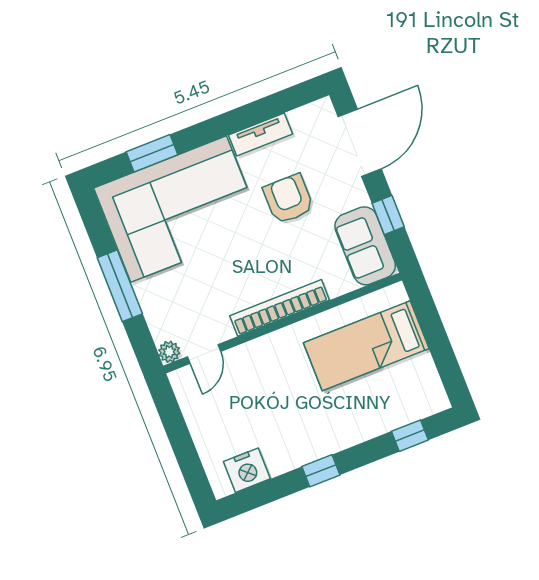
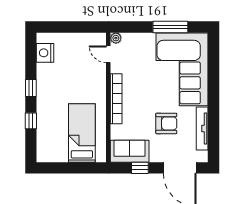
tv unit: (261, 135) -> (202, 129), width x1.41
window: (152, 153) -> (214, 67), removed
window: (120, 286) -> (170, 27), moved
window: (410, 436) -> (31, 121), moved

